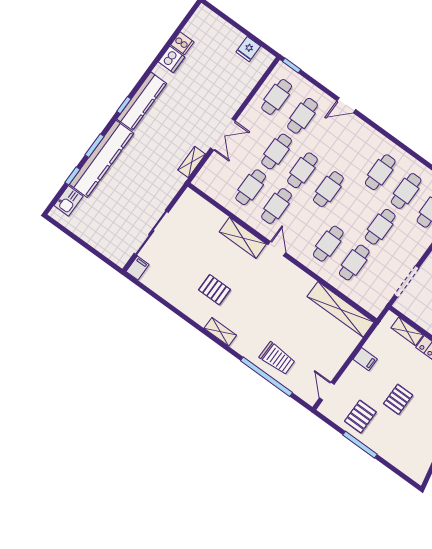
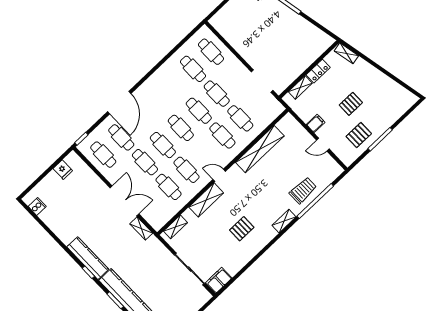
cooker: (182, 43) -> (37, 206), moved
dishwasher: (172, 59) -> (60, 230), removed
door: (346, 105) -> (119, 103), width x1.87
double door: (223, 134) -> (124, 201), width x1.37
cafe table: (380, 172) -> (199, 111), moved
shelving: (202, 205) -> (176, 227), added
filing cabinet: (138, 268) -> (219, 280), width x2.00
shelving: (341, 309) -> (260, 149), moved
shelving: (220, 332) -> (284, 221), moved
door: (327, 391) -> (323, 145), moved
pallet: (398, 399) -> (351, 104), turned 90
pallet: (360, 417) -> (359, 135), turned 90

